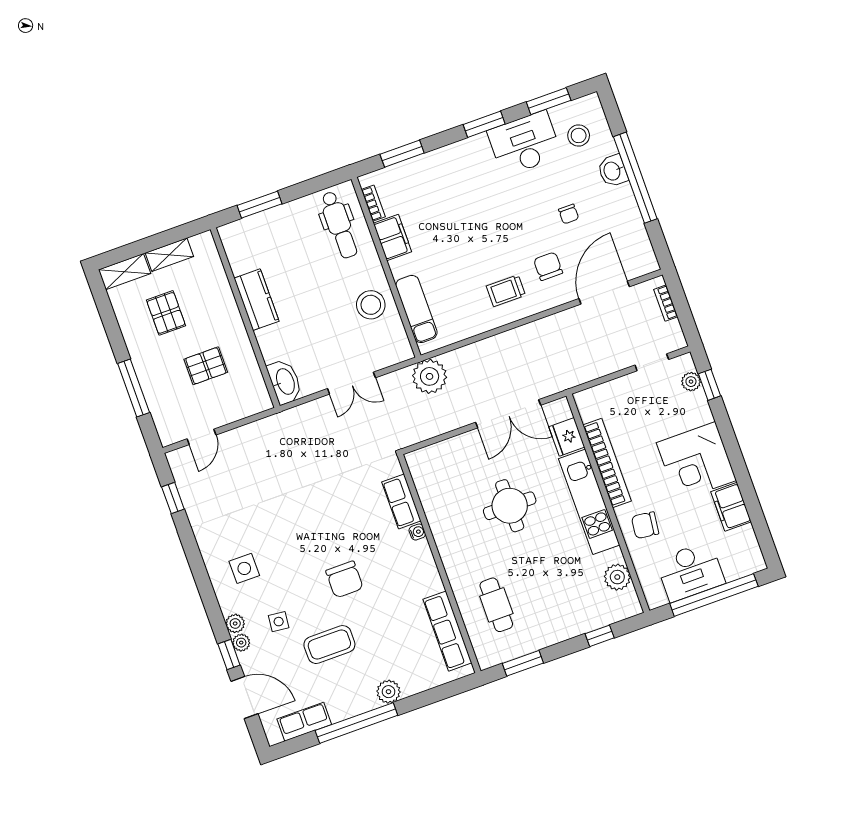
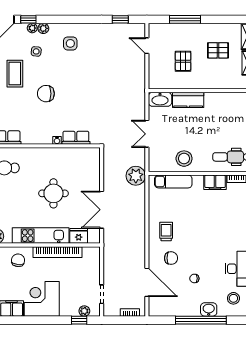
kitchen counter: (256, 300) -> (188, 100), moved

